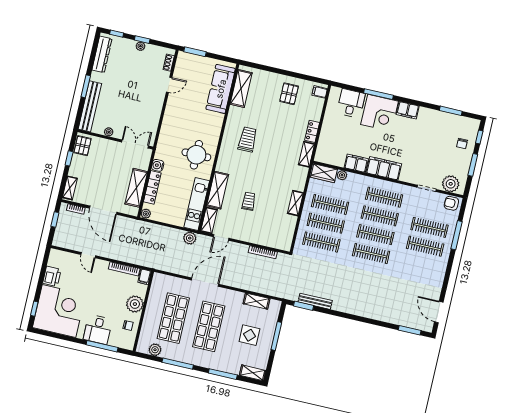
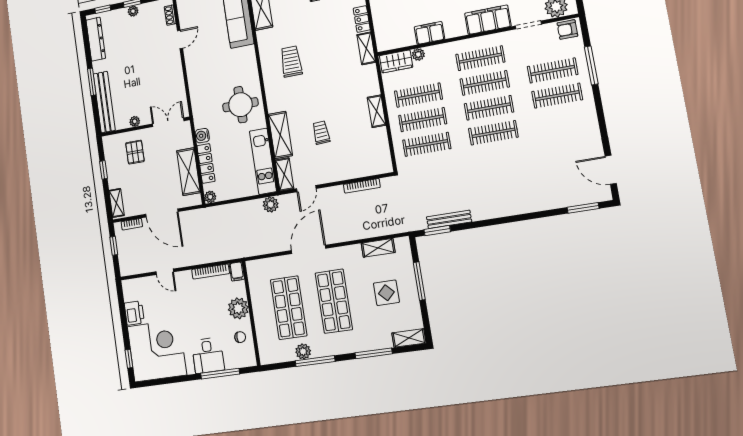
pallet: (83, 146) -> (135, 152), moved
filing cabinet: (384, 168) -> (488, 20), moved
plant: (155, 350) -> (303, 351), moved

